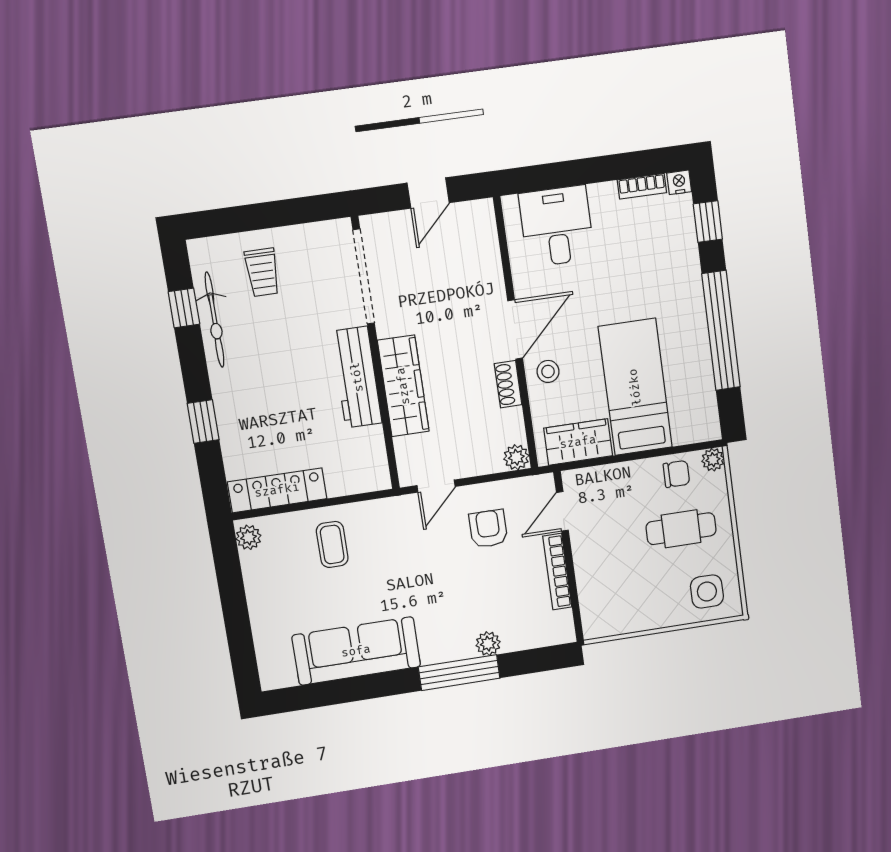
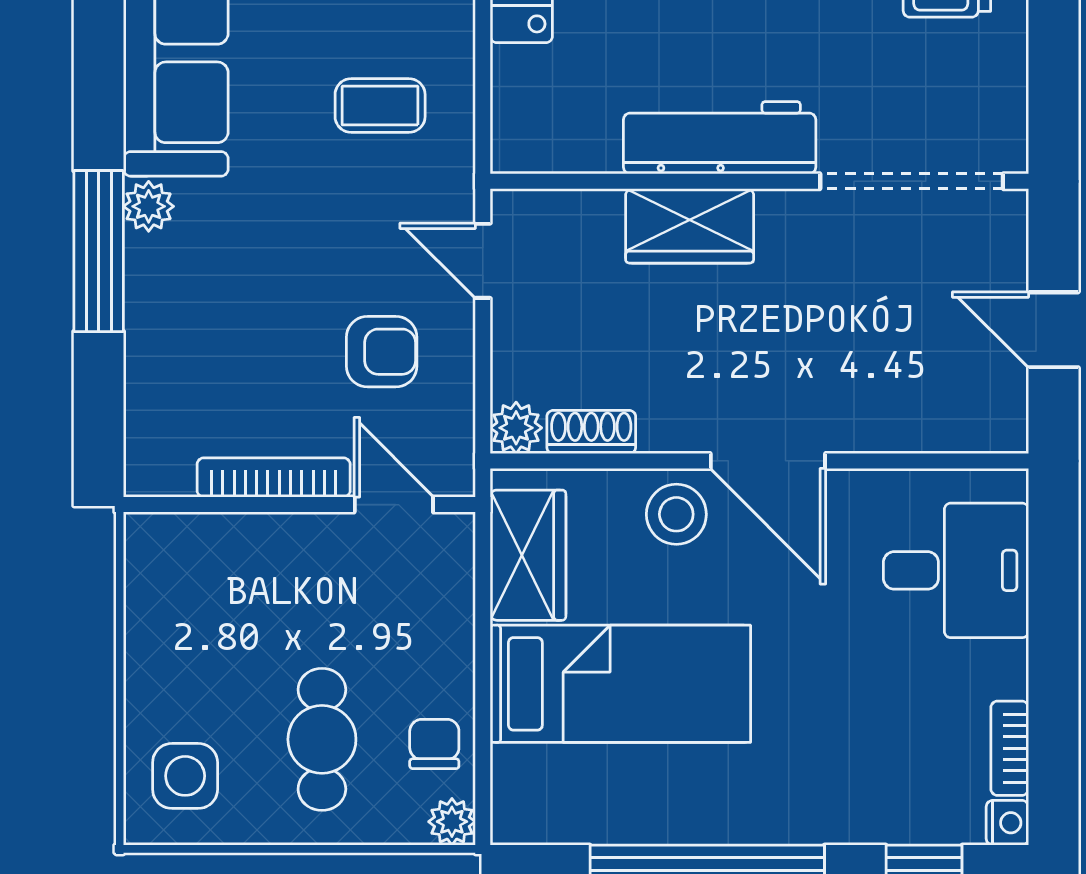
stool: (548, 371) -> (676, 514), width x1.37, depth x1.37
shoe rack: (508, 384) -> (591, 432), moved
wardrobe: (403, 386) -> (690, 226), width x0.67
chair: (676, 474) -> (434, 744), turned 180
coffee table: (332, 544) -> (380, 106), moved
plant: (488, 644) -> (149, 206), moved

